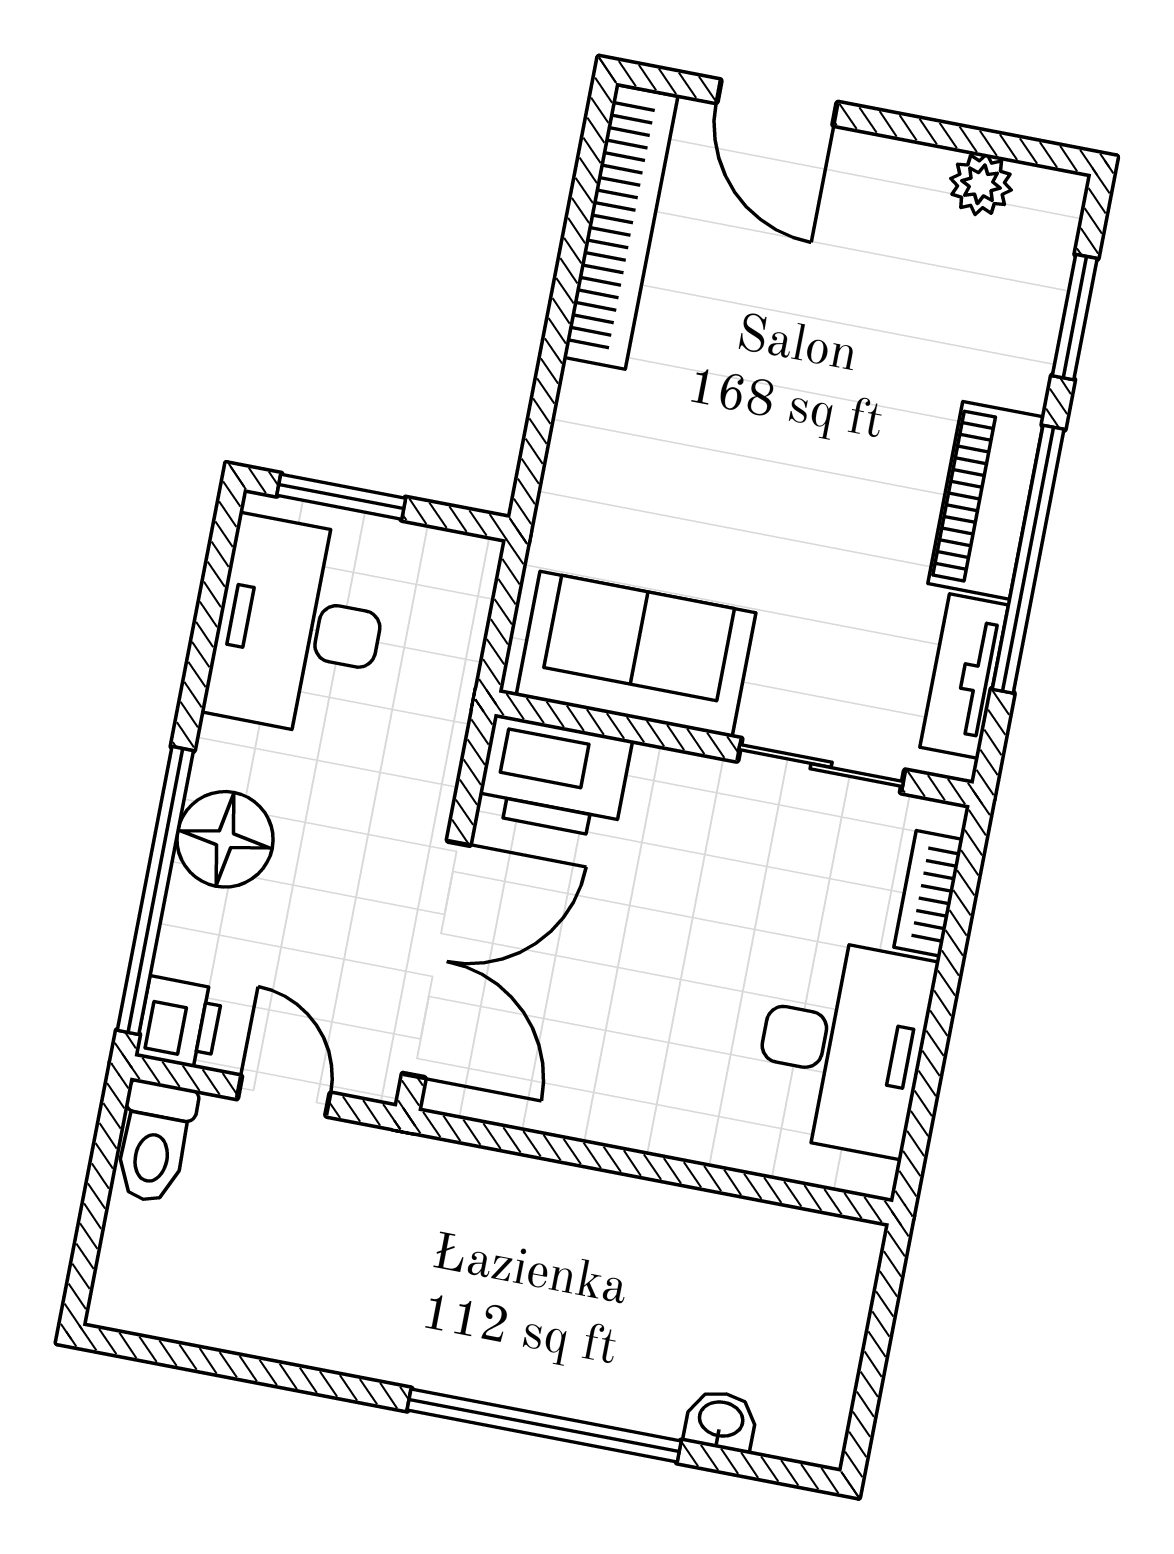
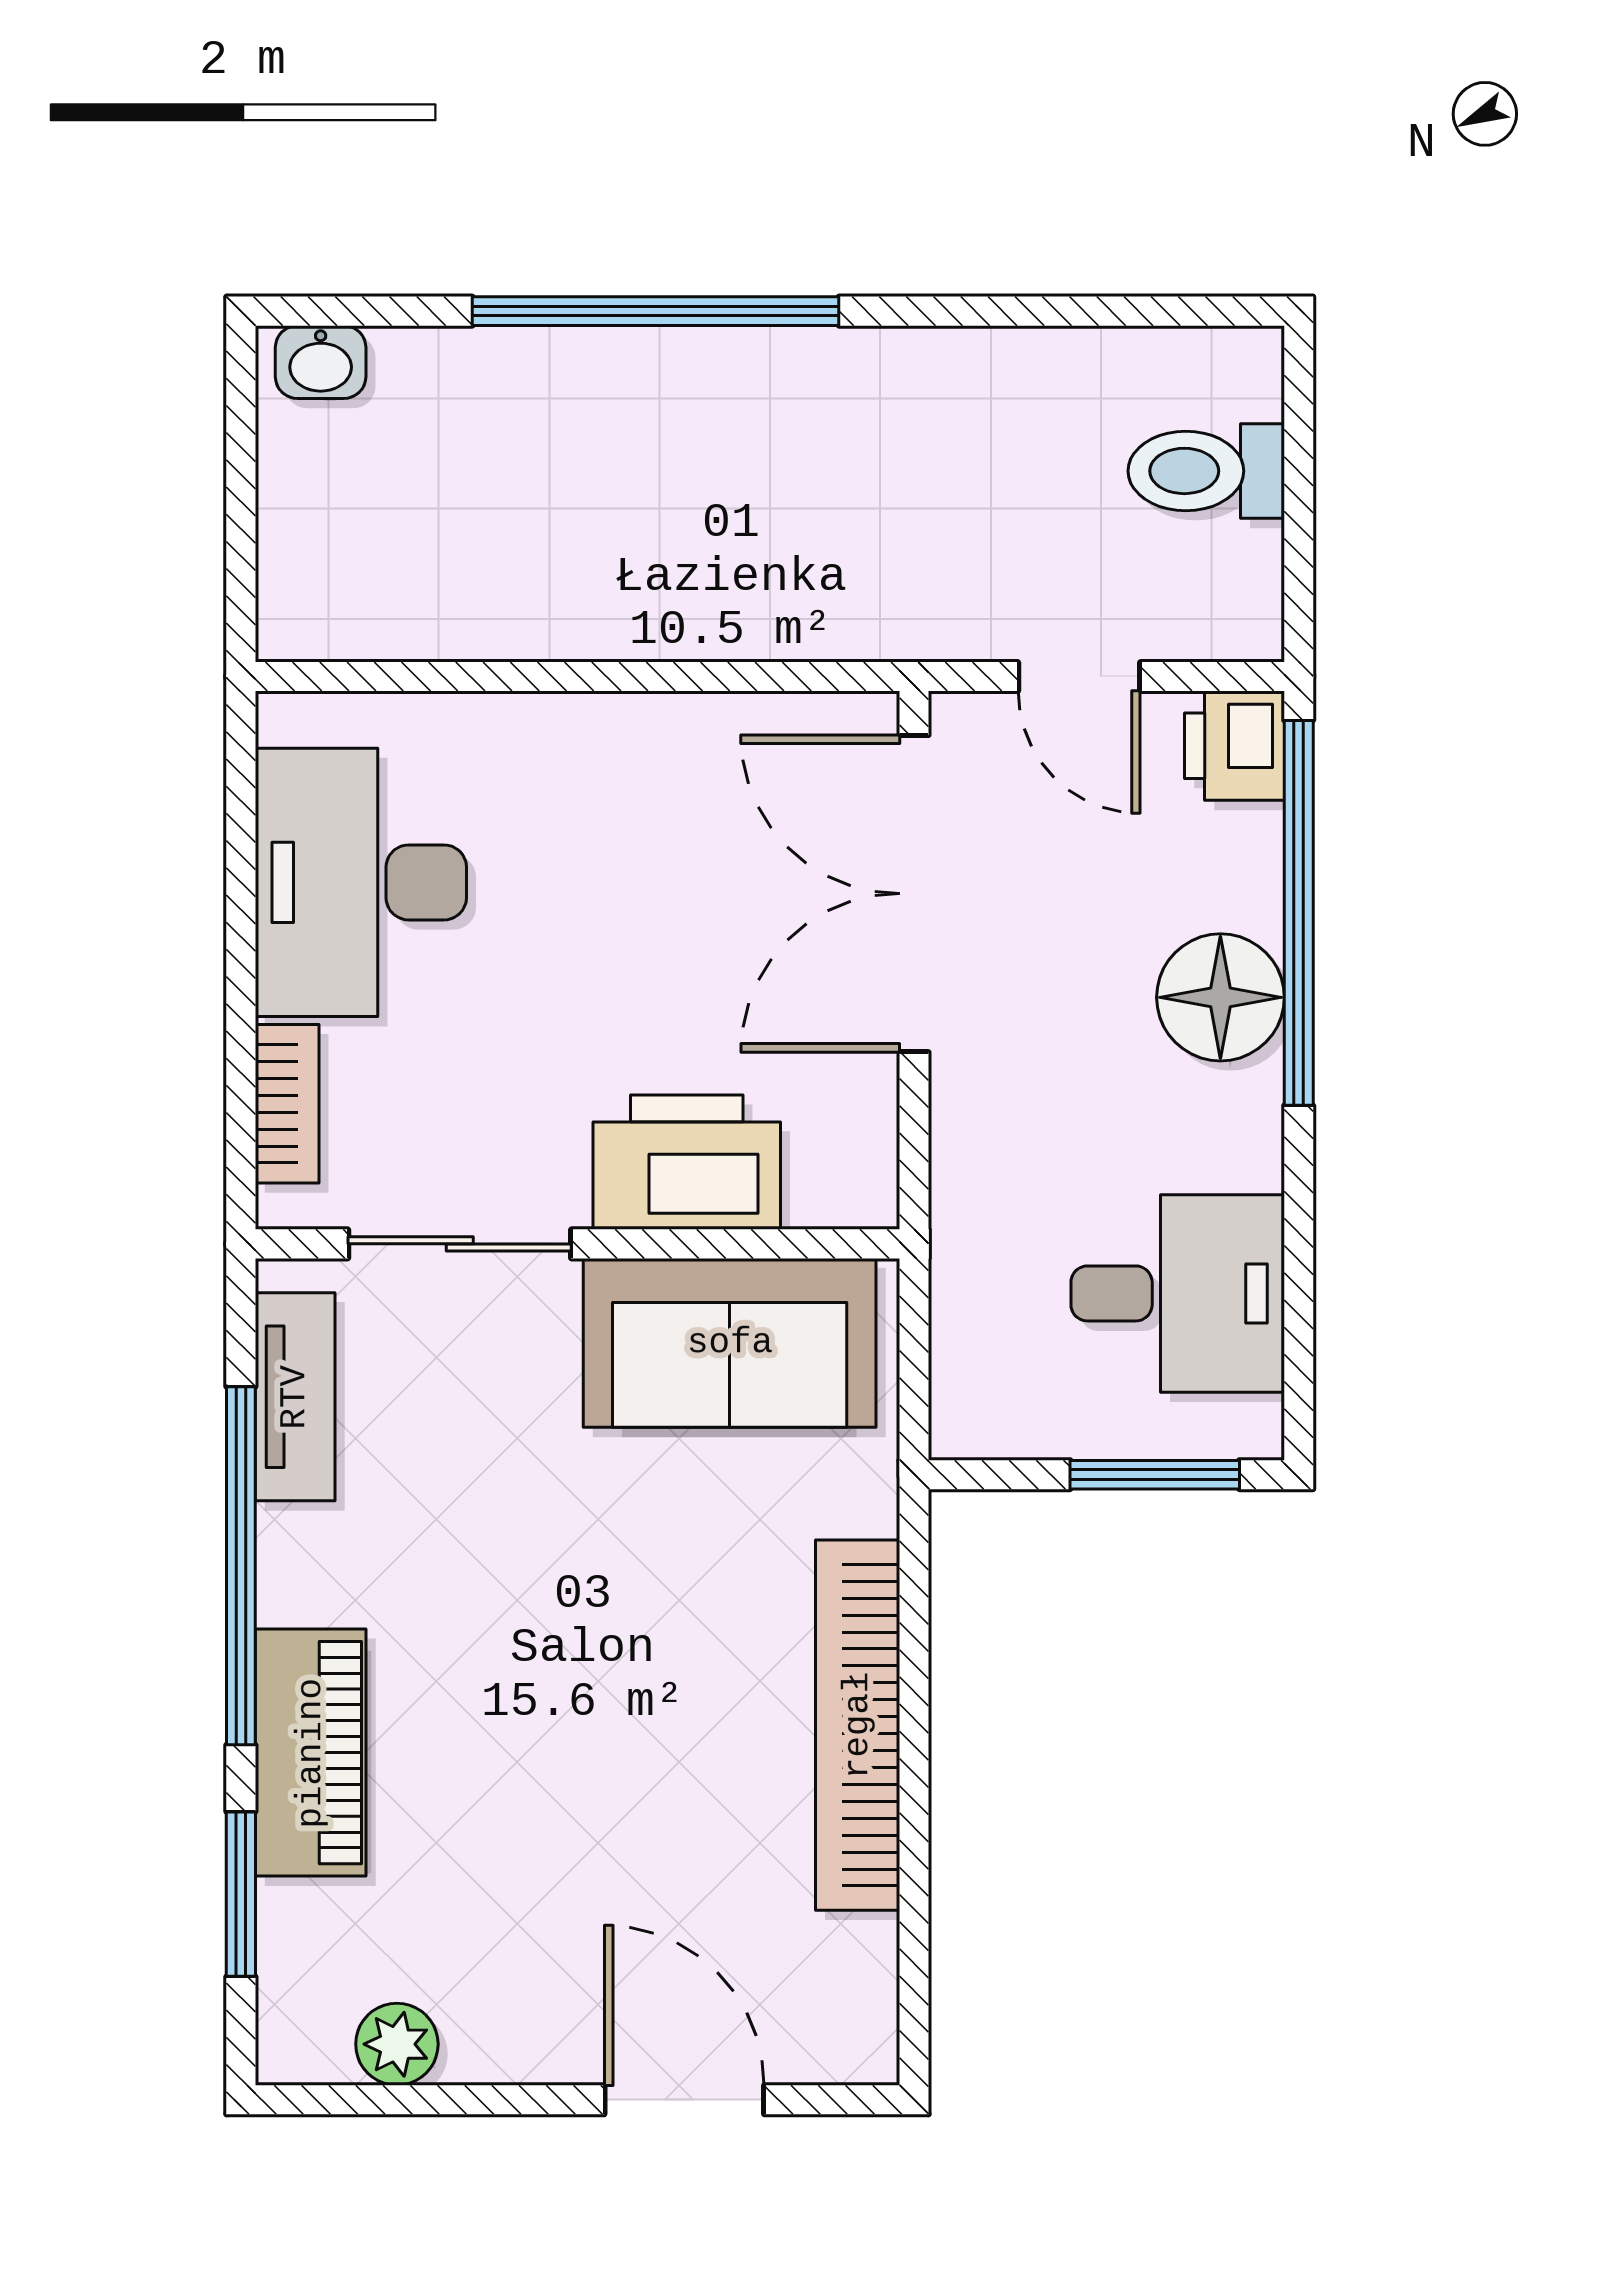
bookcase: (621, 227) -> (858, 1725), moved
piano: (986, 500) -> (311, 1753), moved
desk: (299, 627) -> (1178, 1293), width x0.73
printer: (554, 777) -> (687, 1162), moved
toilet: (154, 1142) -> (1206, 471), moved, turned -90
washbasin: (721, 1421) -> (321, 362), moved

